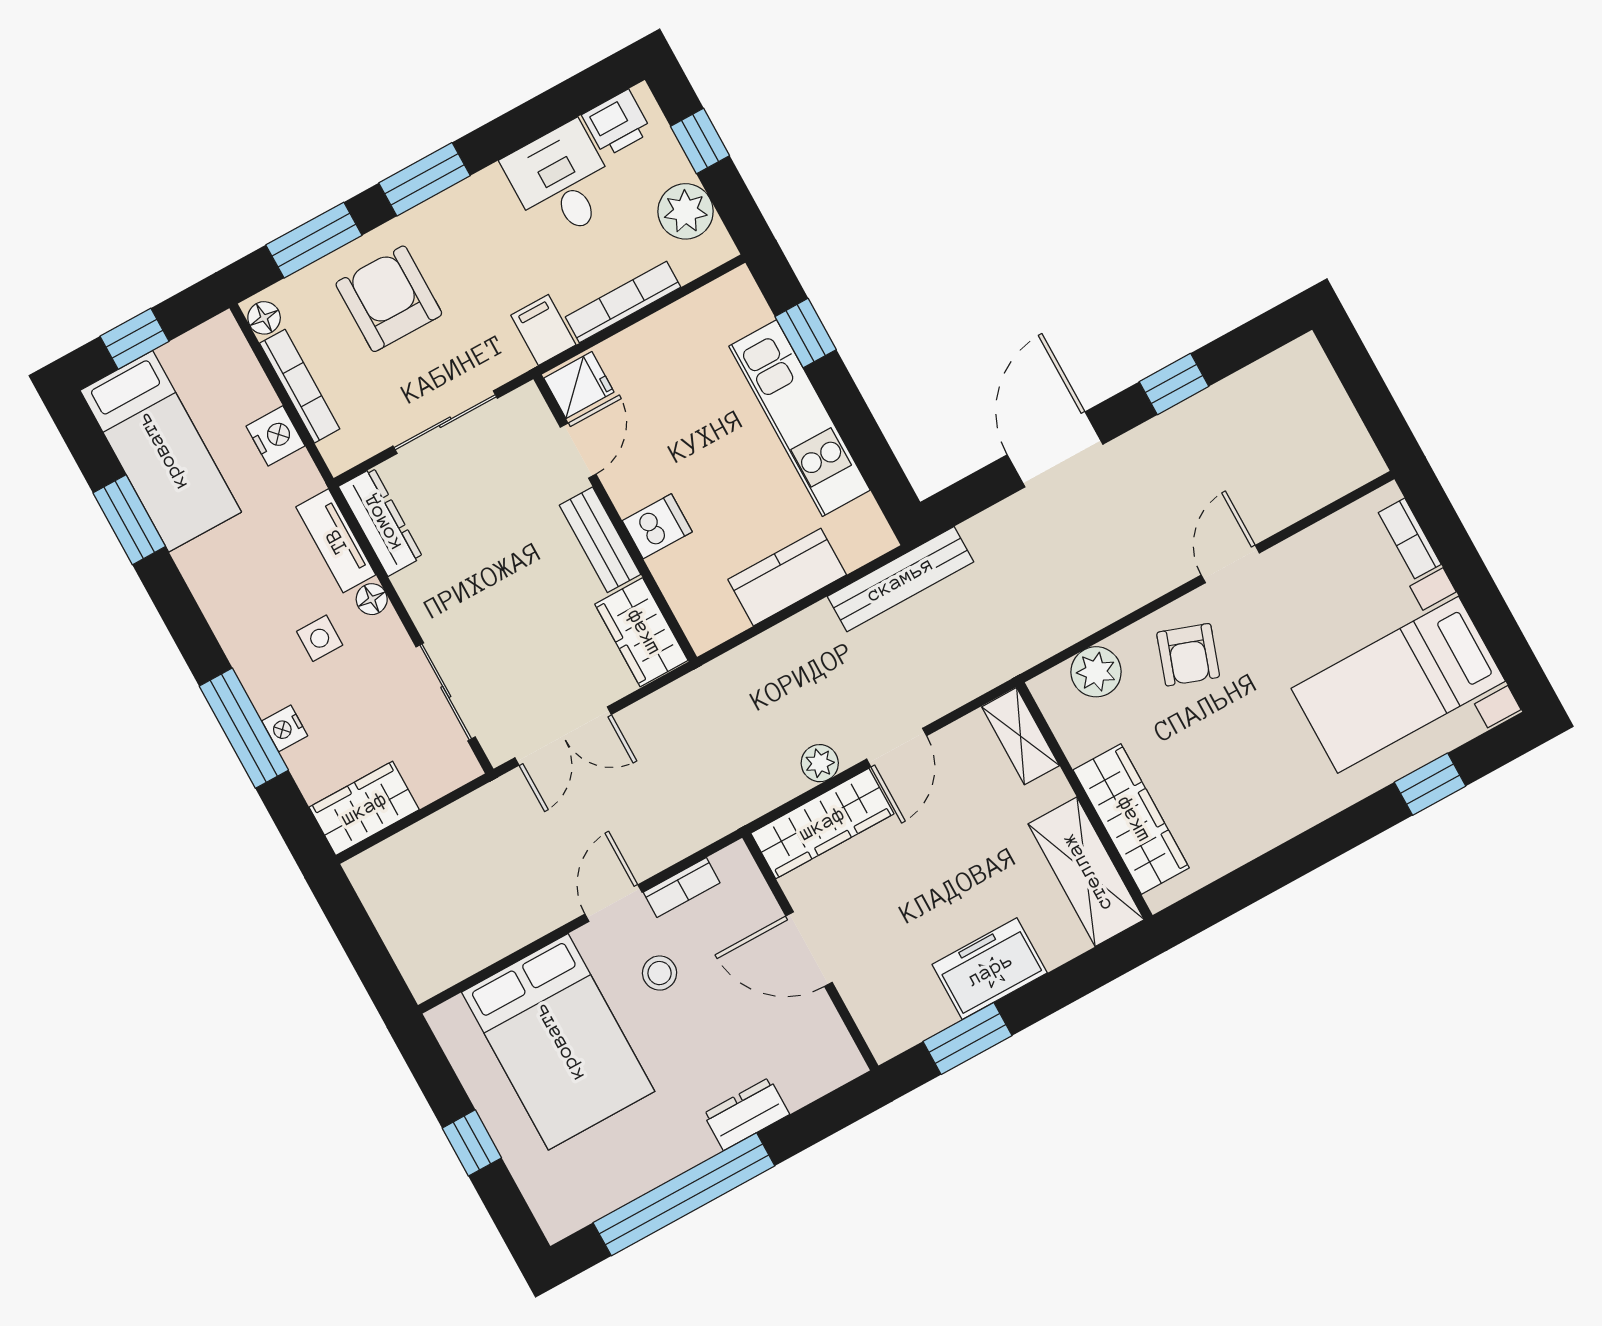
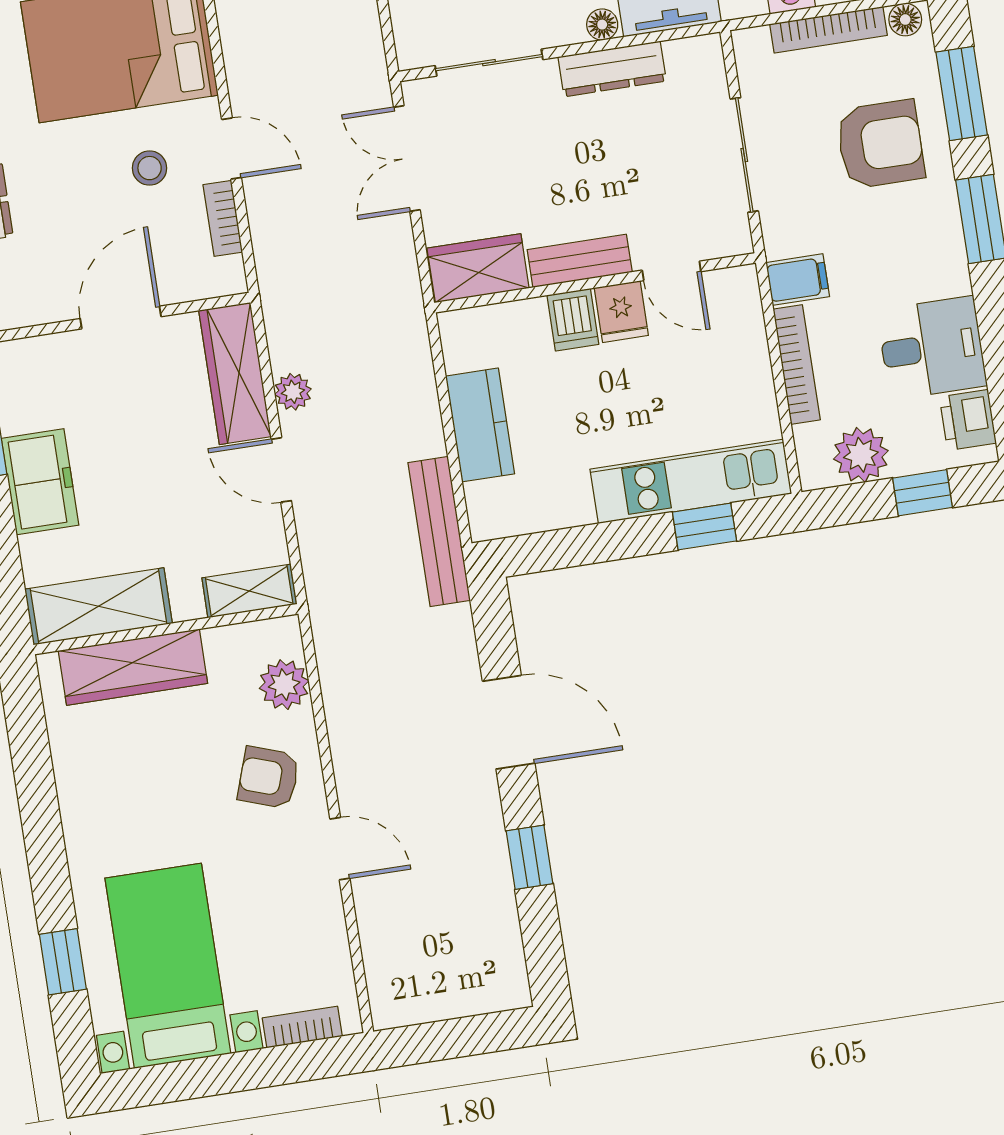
fridge: (579, 385) -> (621, 312), moved
kitchen unit: (800, 418) -> (691, 481), moved
dresser: (381, 522) -> (612, 69), moved

